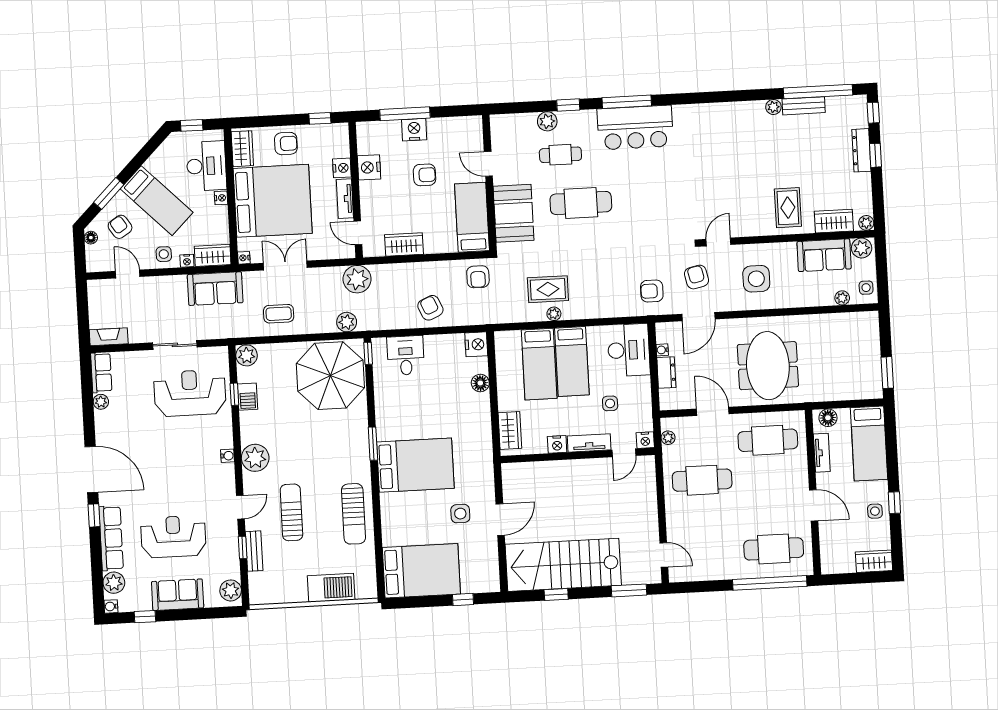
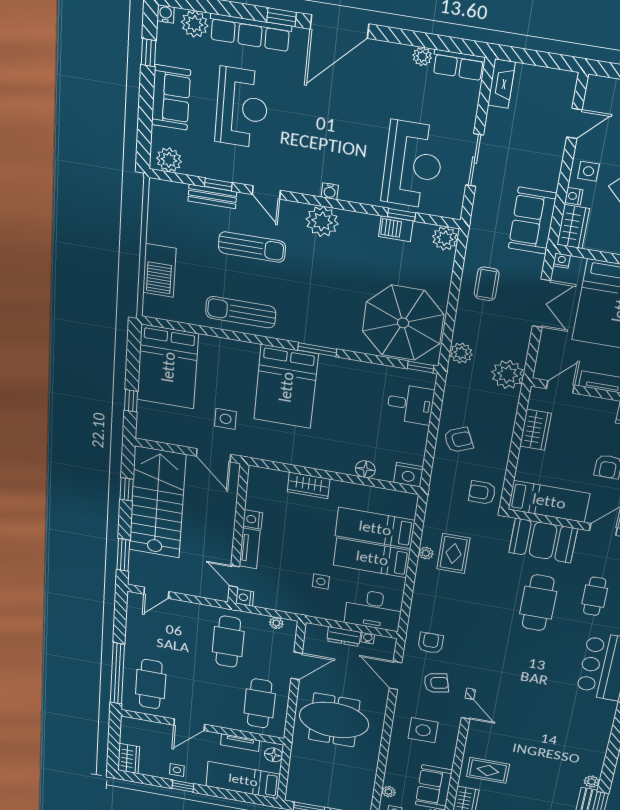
nightstand: (645, 440) -> (245, 598), moved
tv unit: (589, 443) -> (250, 548), moved
nightstand: (557, 444) -> (253, 519), moved
door: (624, 453) -> (234, 576), moved
wall: (578, 455) -> (238, 535), moved

